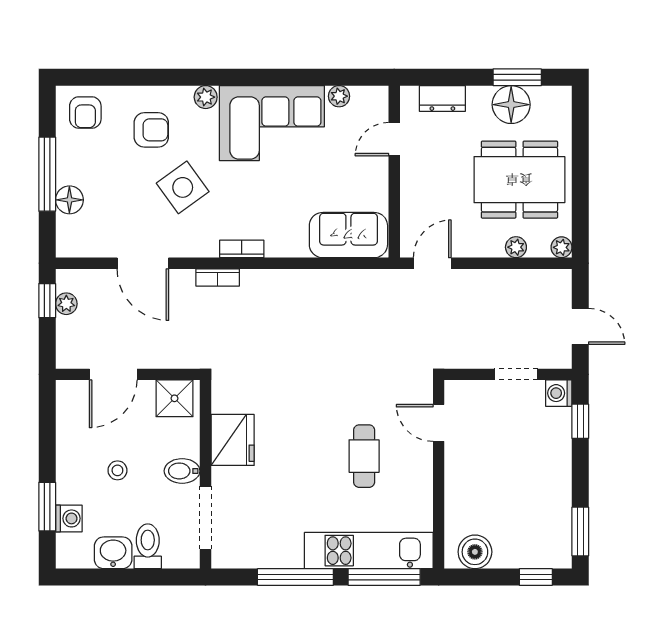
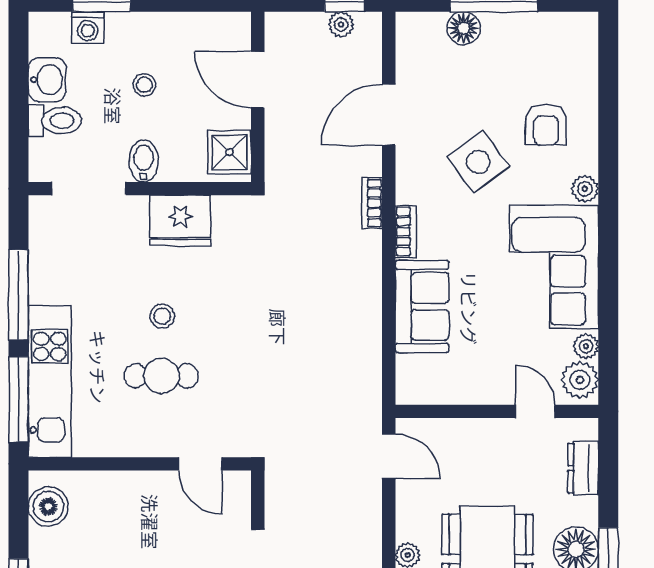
plant: (368, 101) -> (580, 380), added
armchair: (85, 112) -> (567, 47), removed
sofa: (348, 235) -> (422, 306), moved
door: (439, 423) -> (200, 464), swing flipped
stool: (313, 455) -> (162, 316), added

